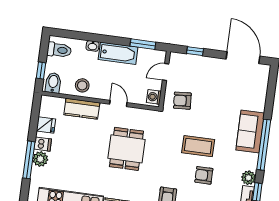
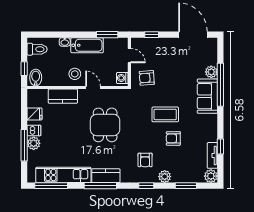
door: (166, 72) -> (129, 56), swing flipped
stool: (82, 85) -> (75, 74), moved
window: (264, 145) -> (220, 85), moved
plant: (248, 178) -> (211, 72), moved

